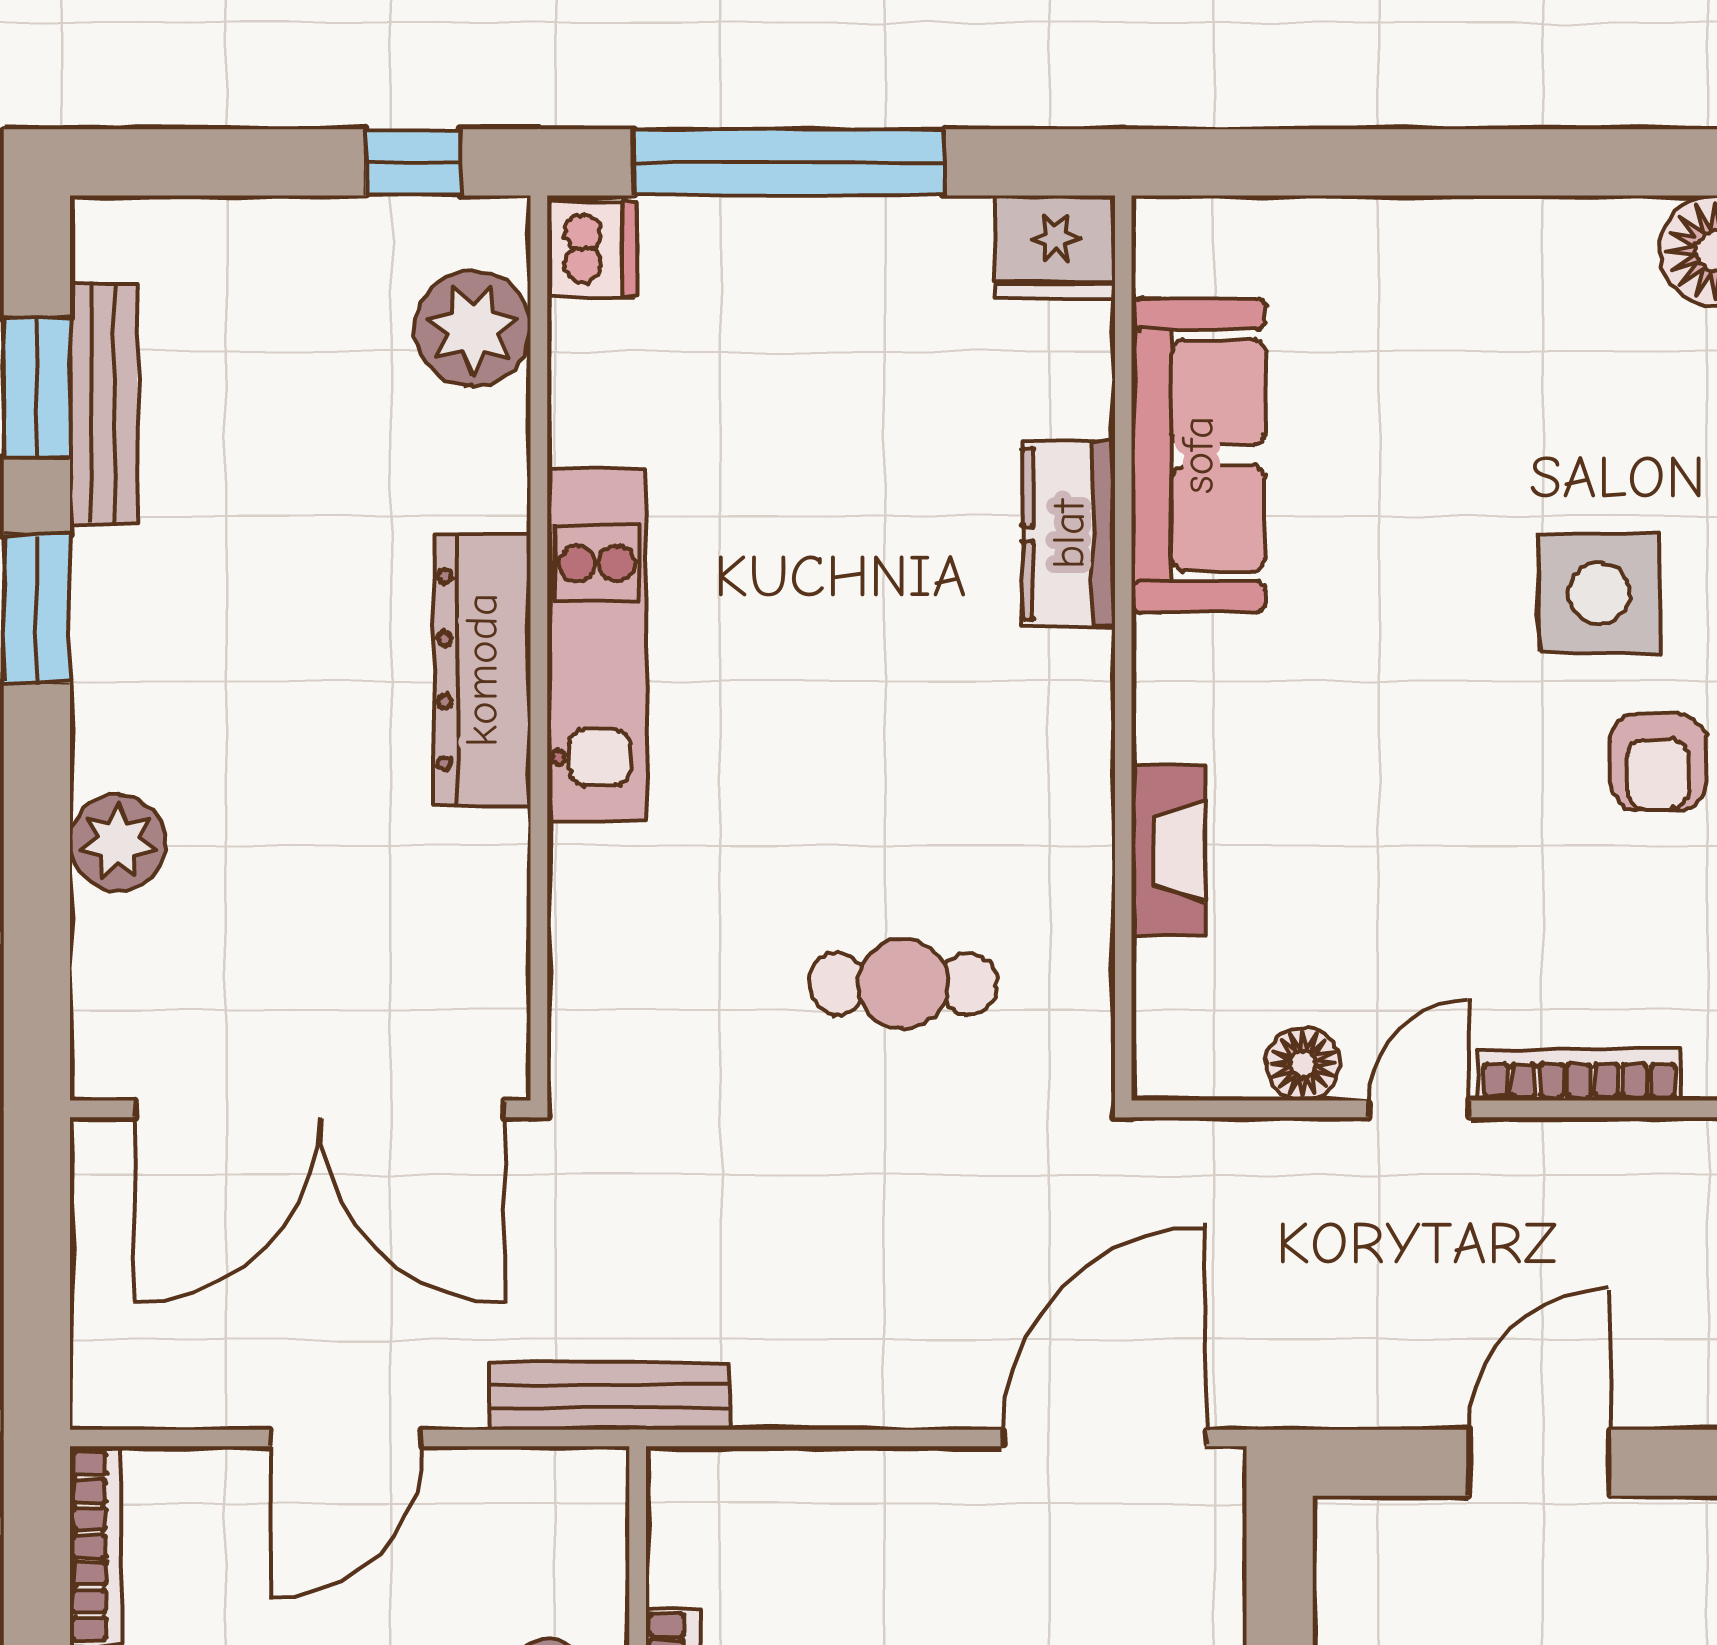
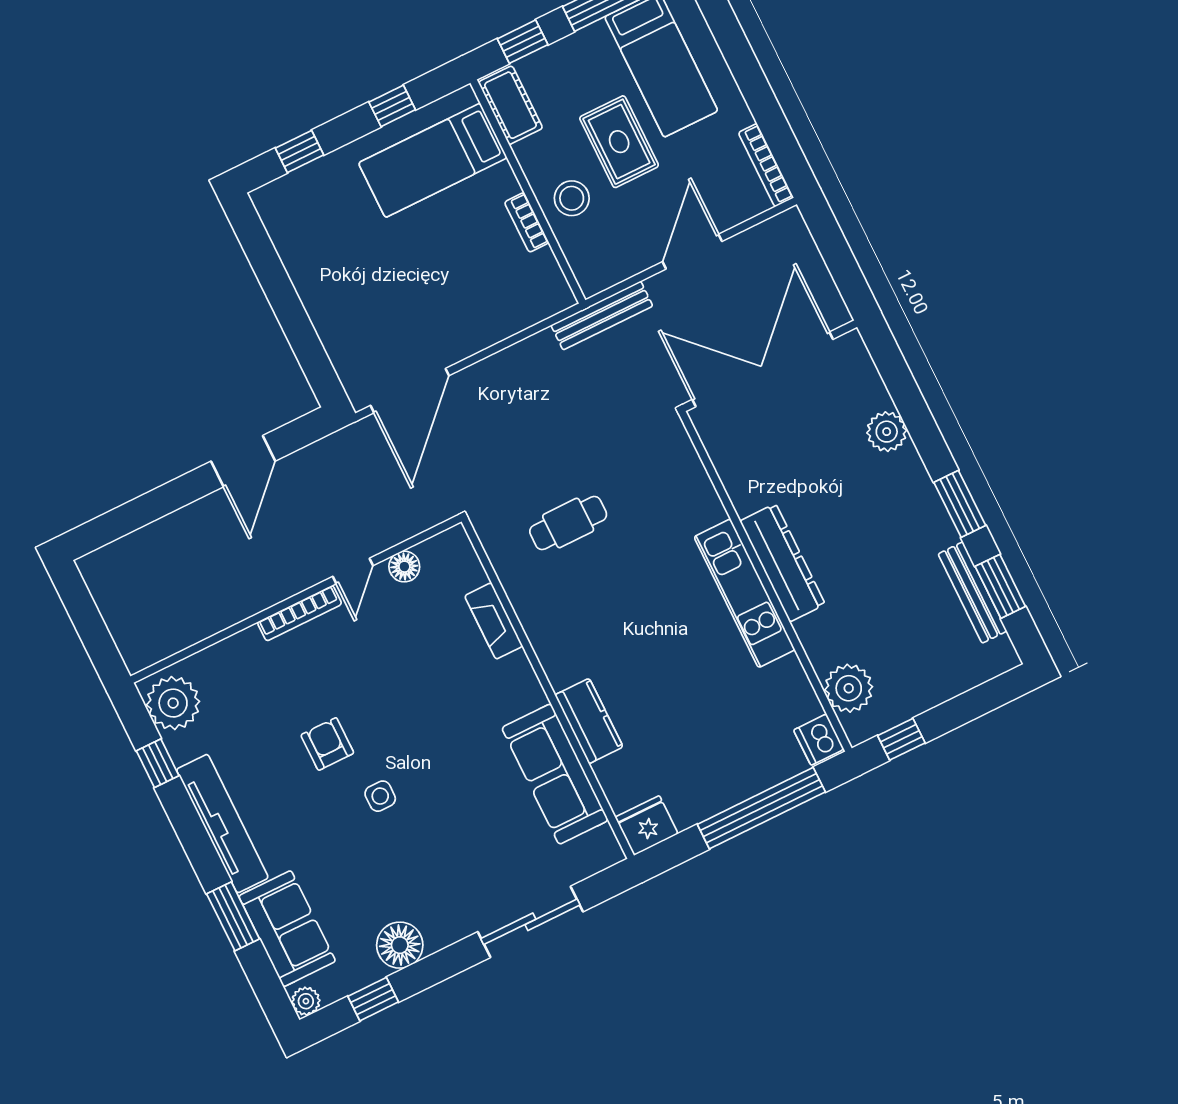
sliding door: (1408, 162) -> (530, 922), added
side table: (1599, 594) -> (380, 796), width x0.54, depth x0.54

